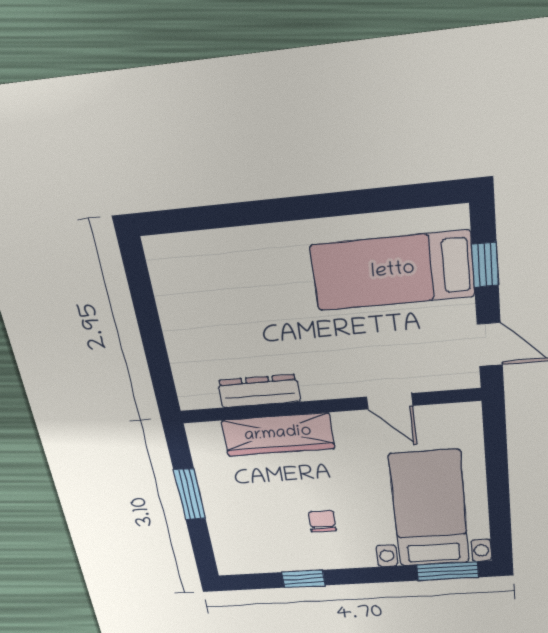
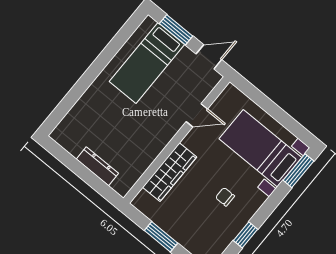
window: (485, 265) -> (176, 30), width x1.50
dresser: (259, 391) -> (97, 166), moved, turned 90

